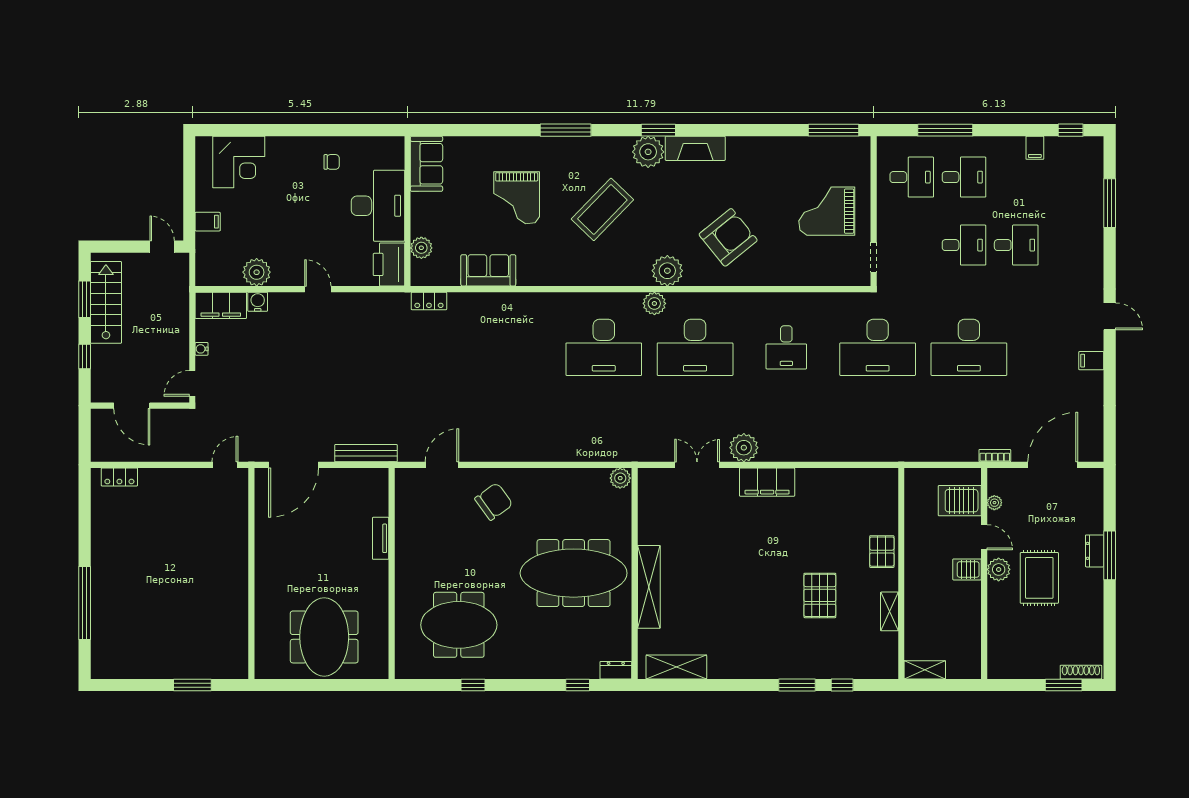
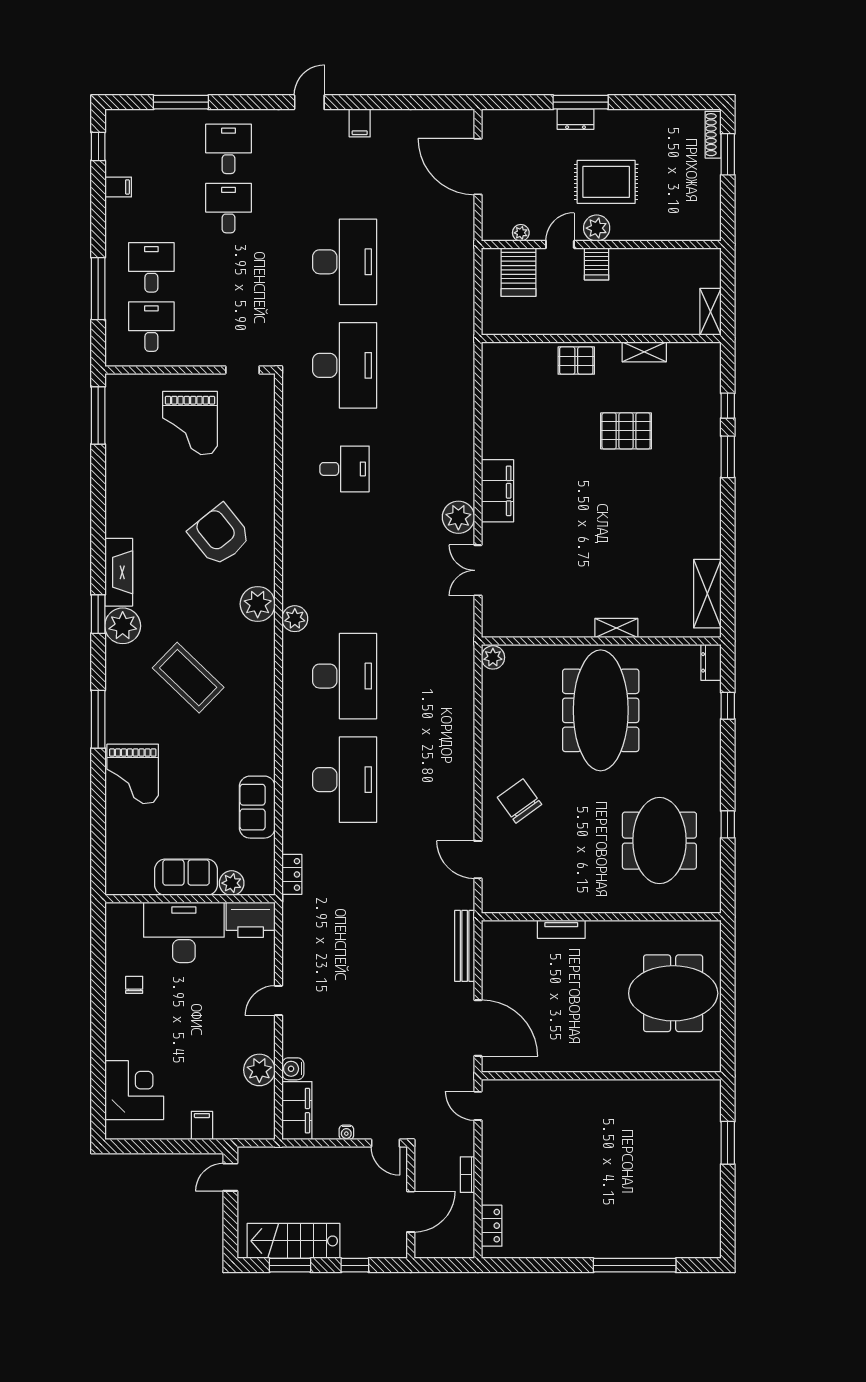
sofa: (426, 164) -> (186, 877), moved
grand piano: (517, 198) -> (133, 774), moved, turned 90
desk: (964, 245) -> (229, 149), moved
desk: (695, 347) -> (345, 780), moved
bookcase: (995, 456) -> (467, 1175), moved
shelving: (649, 587) -> (616, 628), width x0.45, depth x0.75

